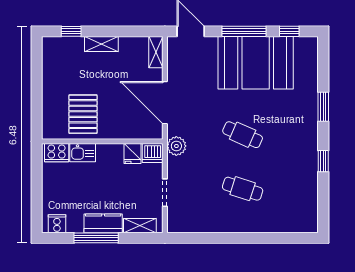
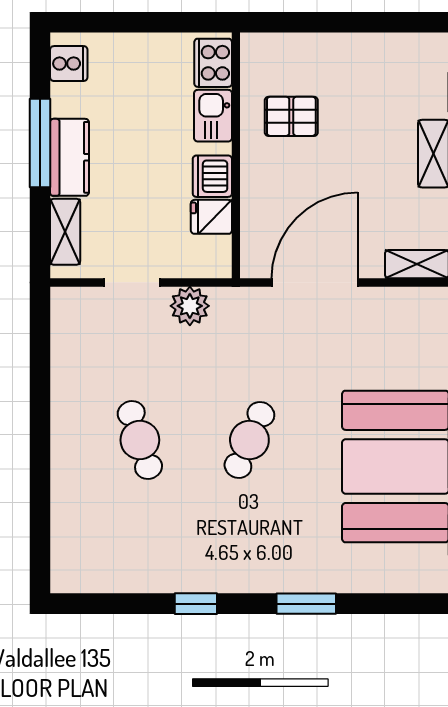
pallet: (83, 114) -> (291, 116), width x0.67, depth x0.71
plant: (176, 146) -> (190, 306), moved
dishwasher: (153, 153) -> (212, 176), moved
cafe table: (243, 189) -> (140, 440), turned -36

